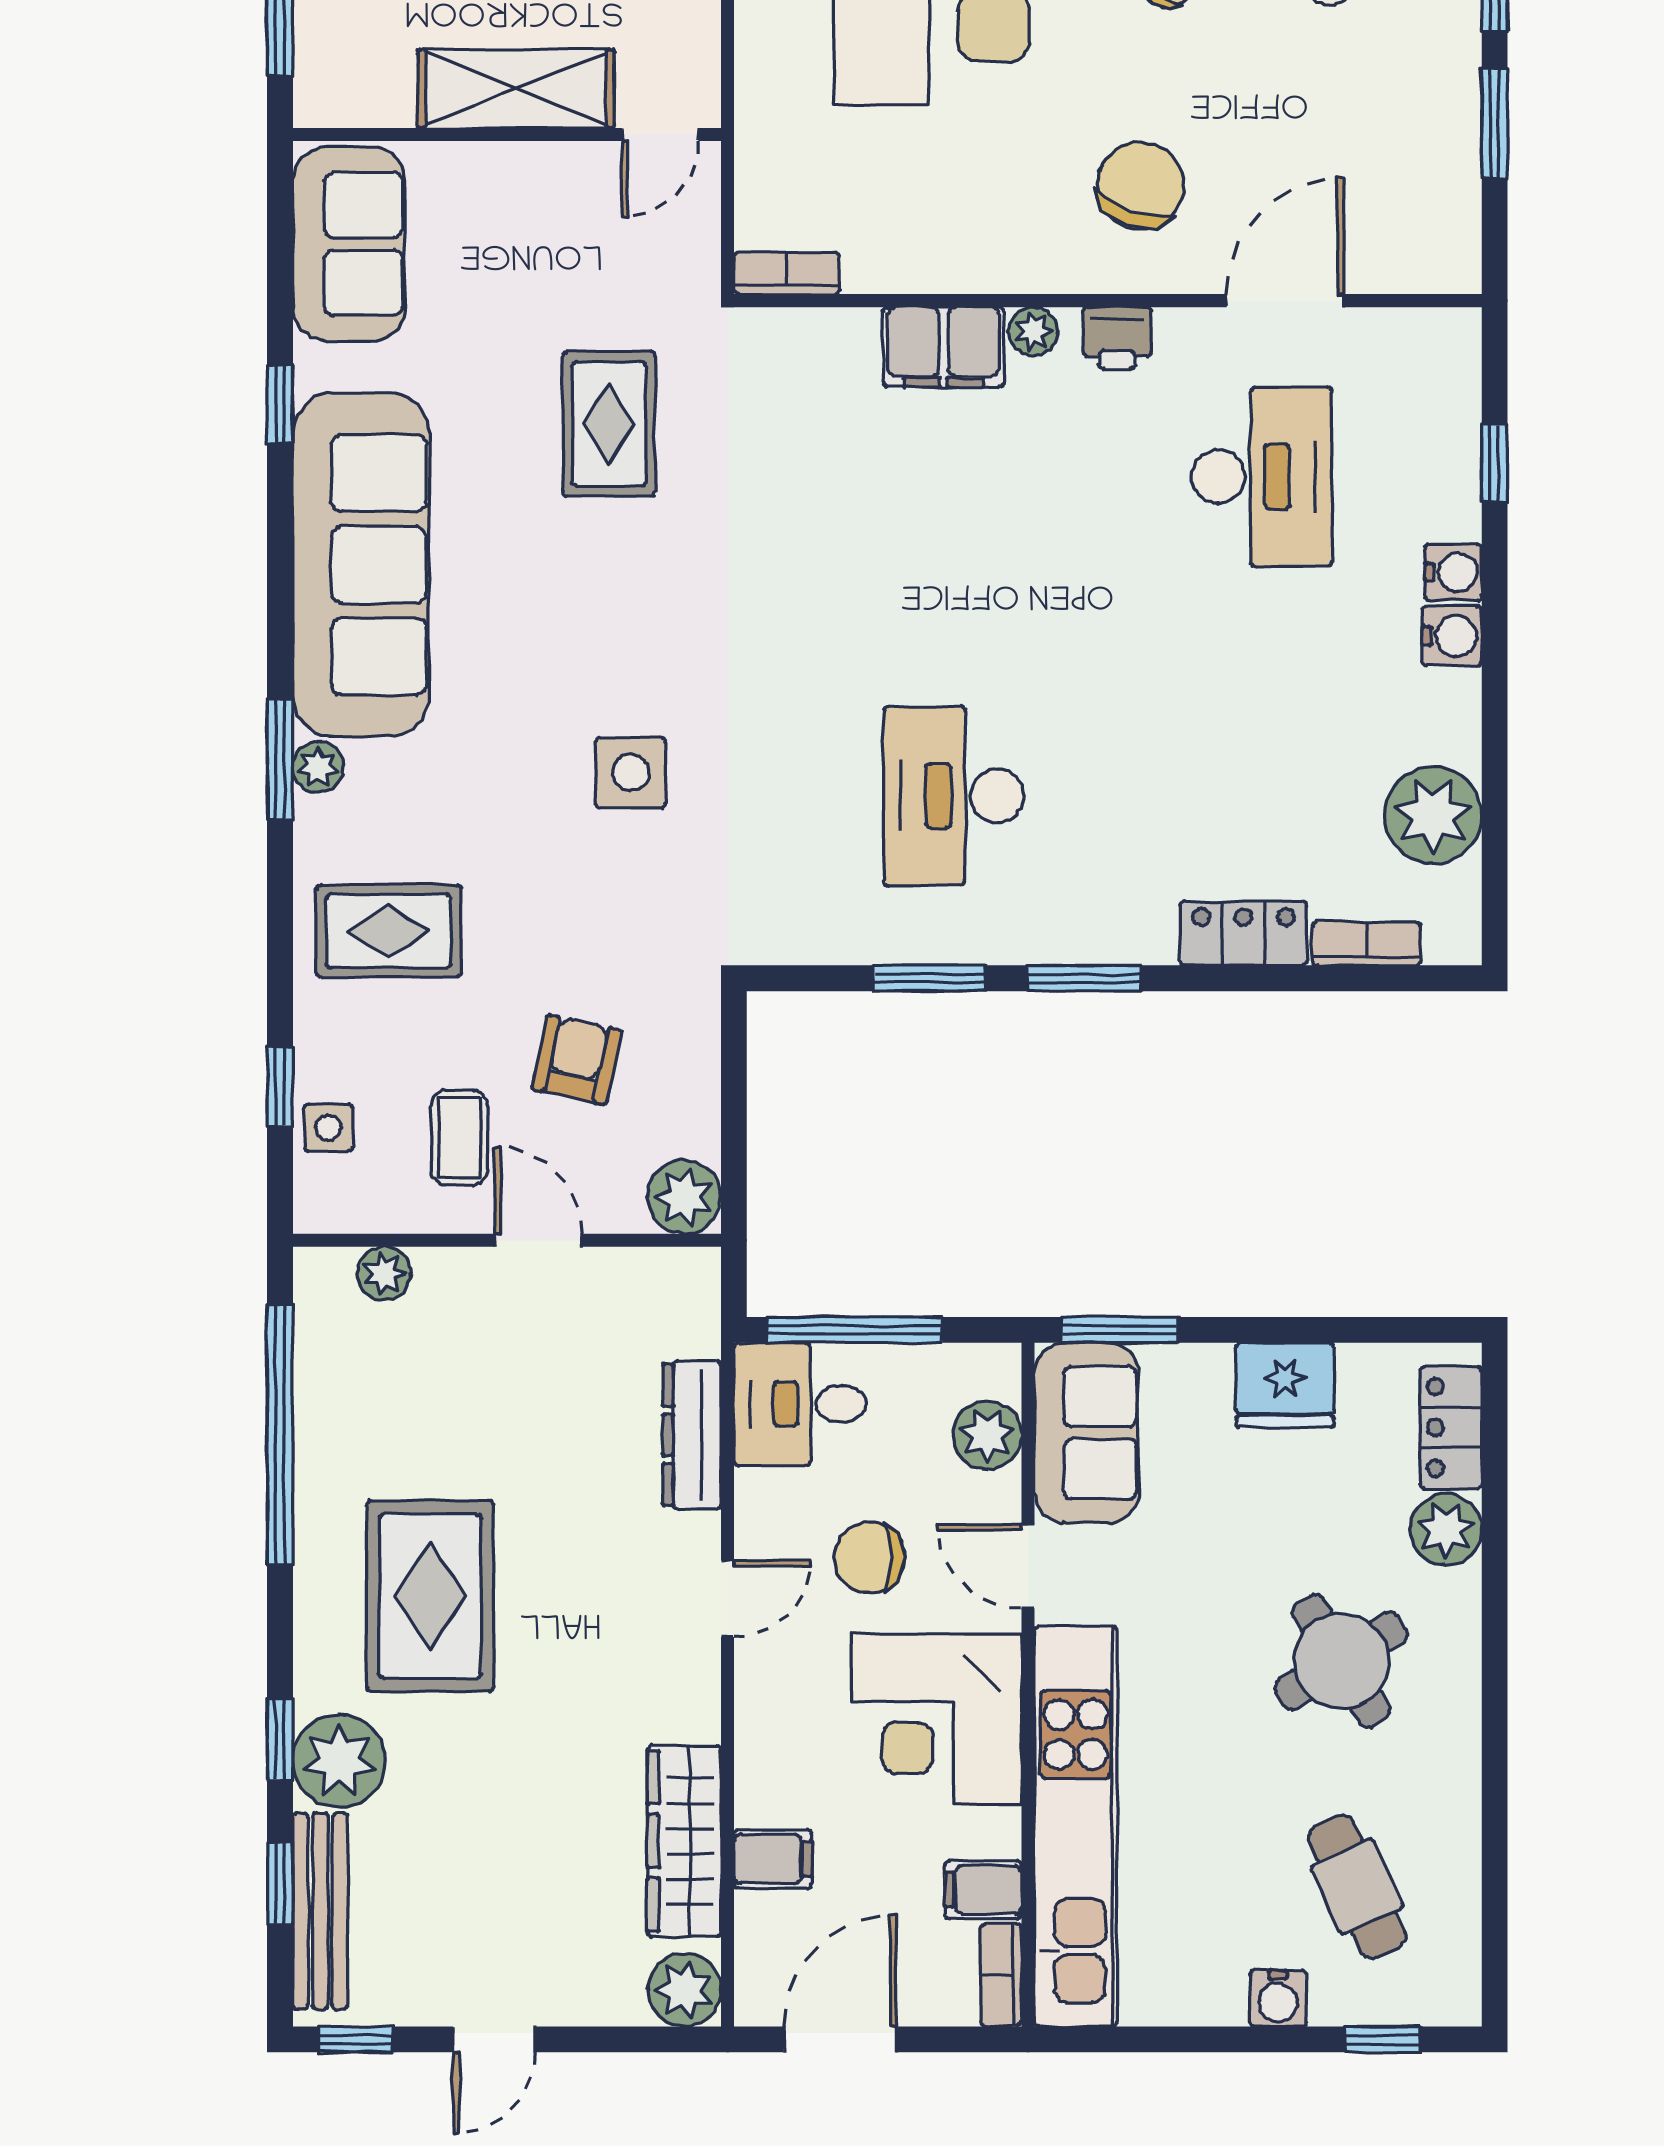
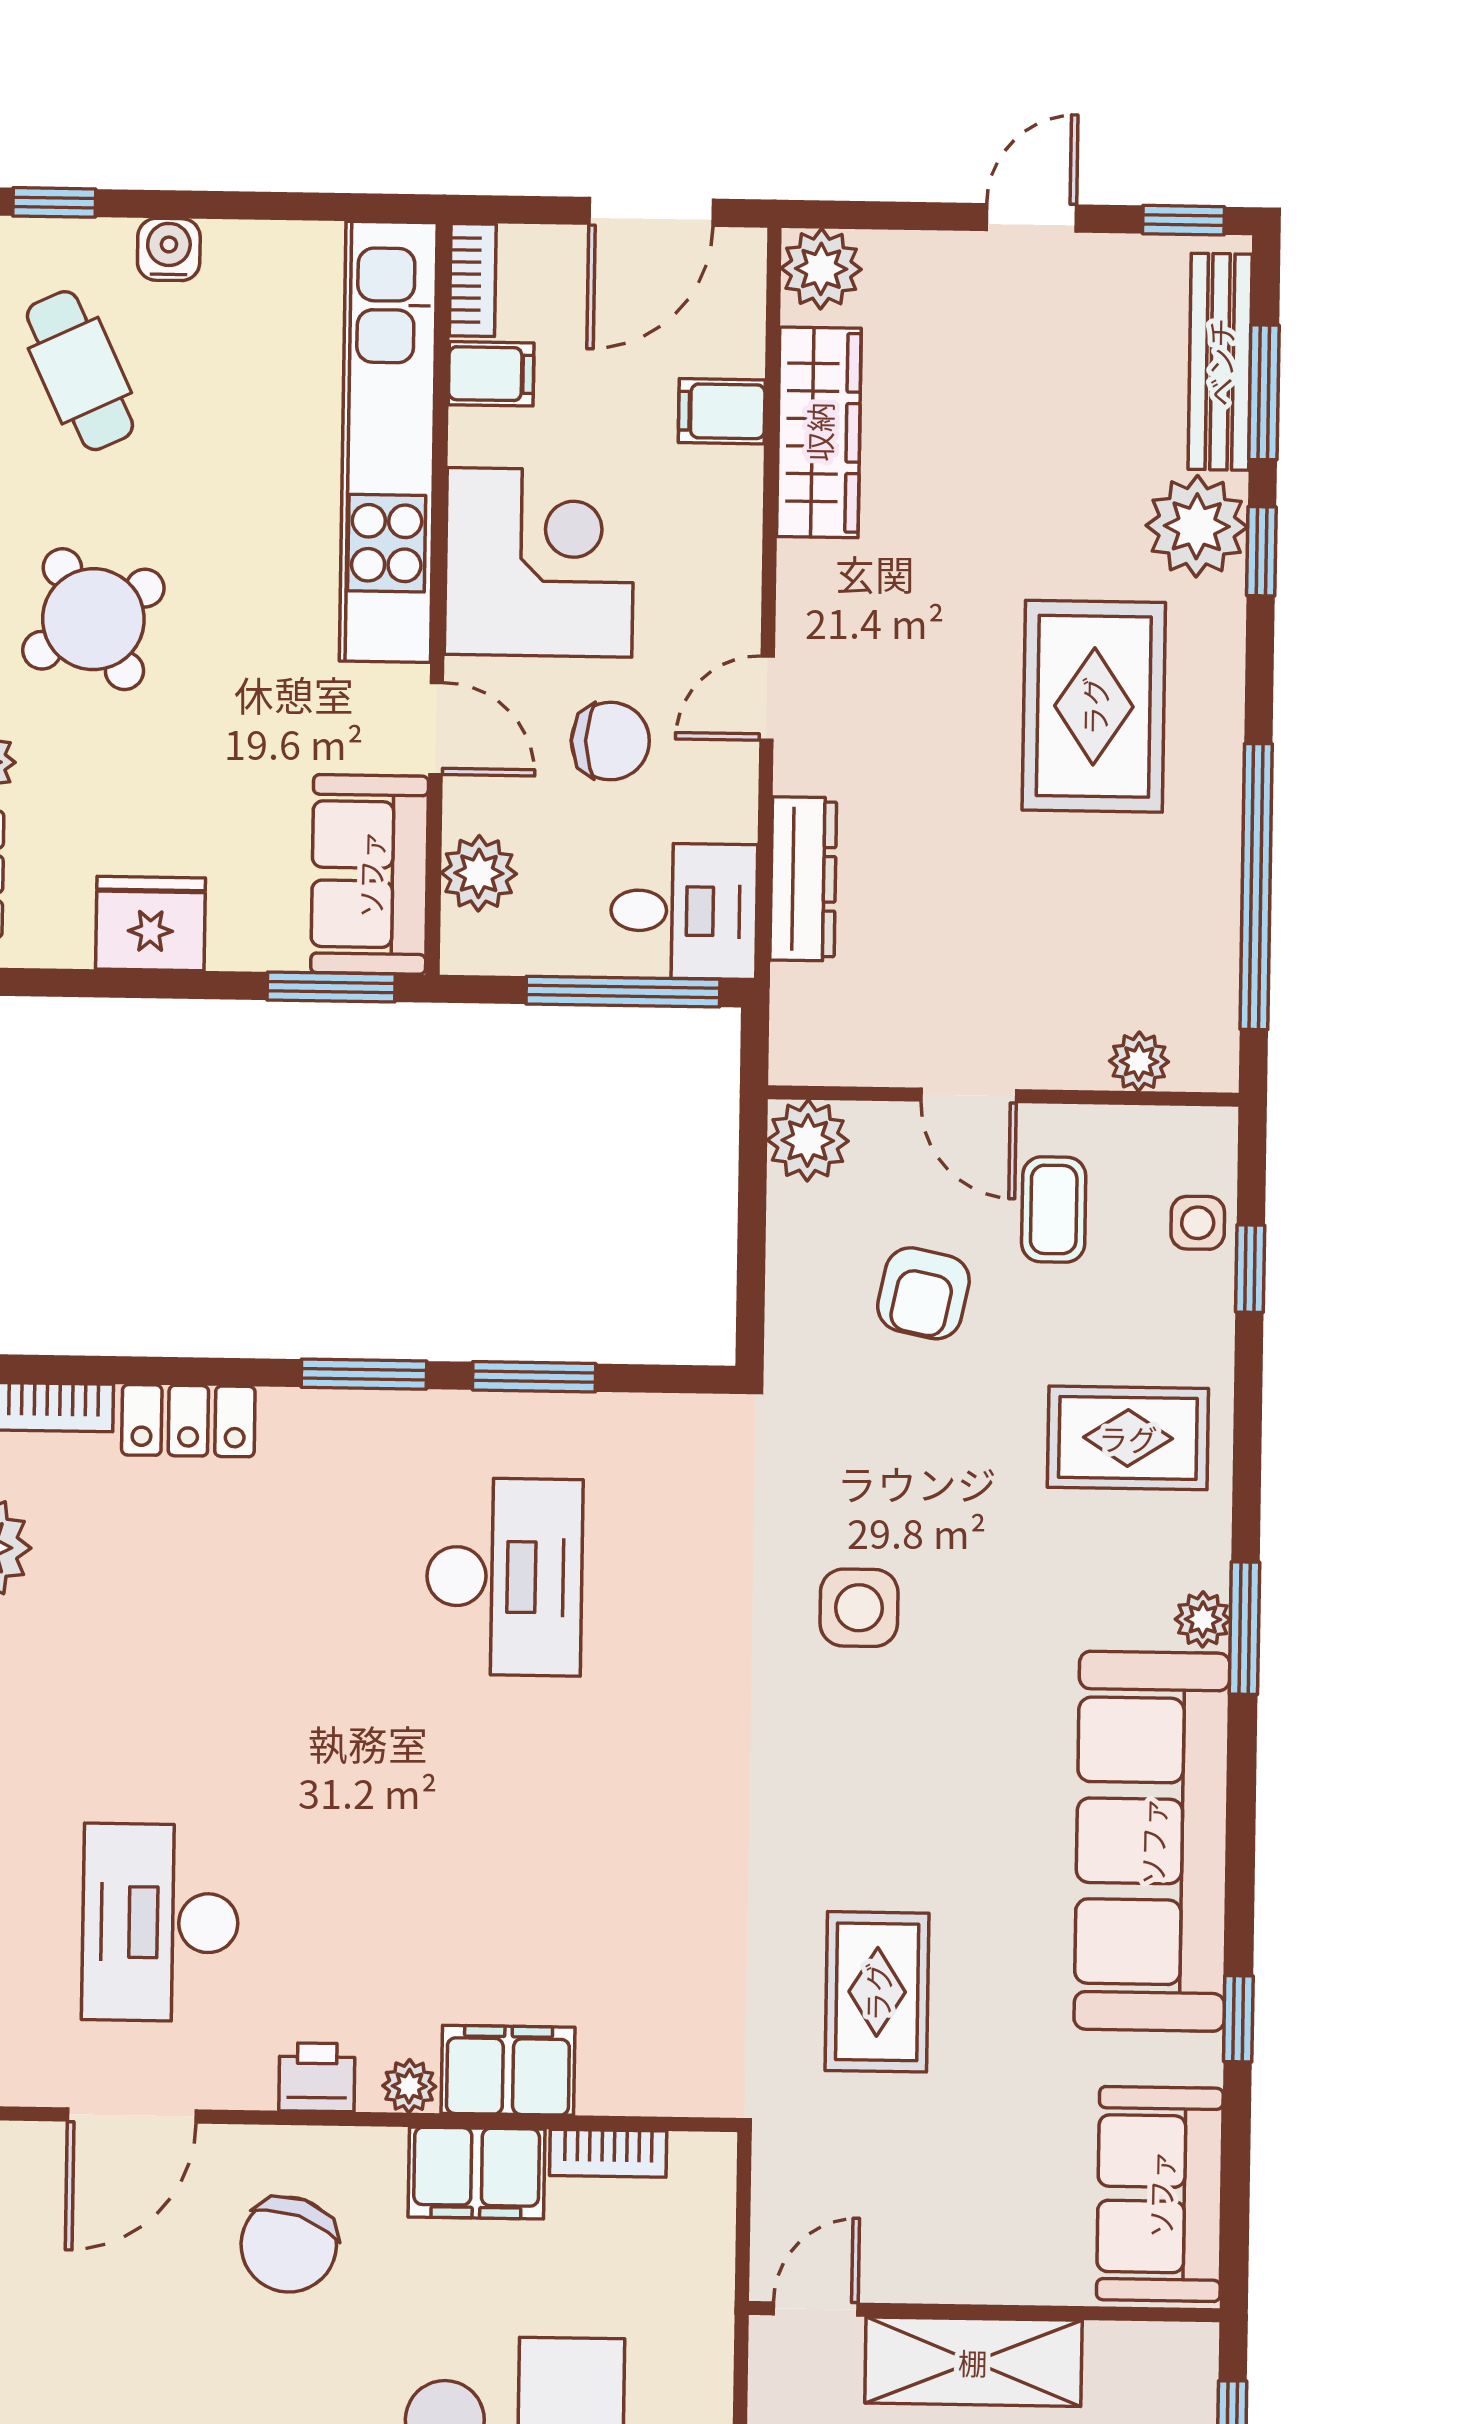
filing cabinet: (971, 253) -> (477, 2173), added
bookcase: (787, 273) -> (608, 2153), moved
window: (280, 1884) -> (1264, 392), width x1.50

